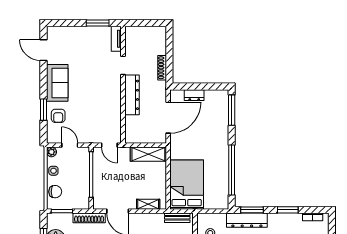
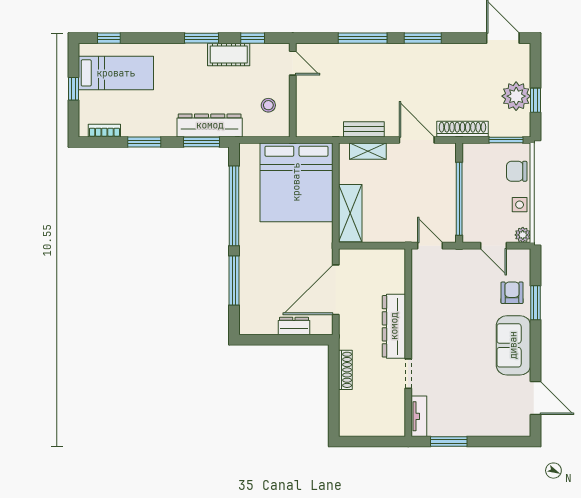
window: (232, 110) -> (234, 280), moved
shelving: (148, 154) -> (350, 213), moved, turned 90
bed: (187, 185) -> (296, 182), width x1.36
bench: (177, 218) -> (364, 129), moved

